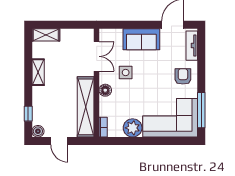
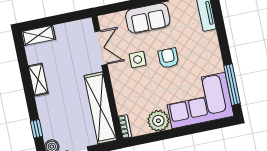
armchair: (183, 76) -> (168, 58), moved
floor lamp: (105, 90) -> (119, 84), removed

